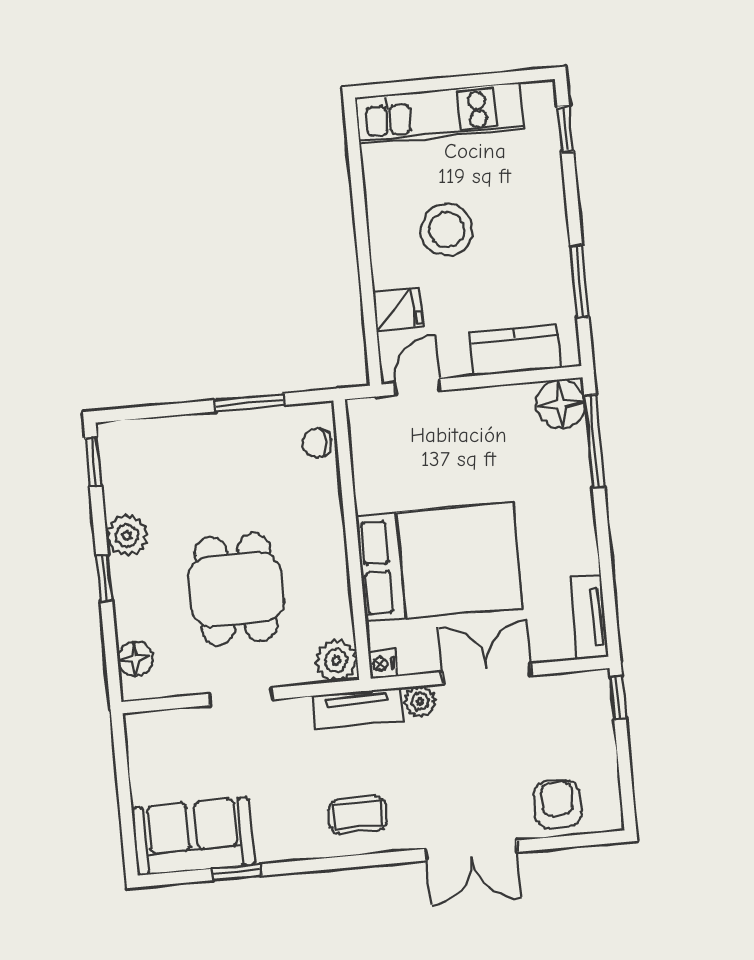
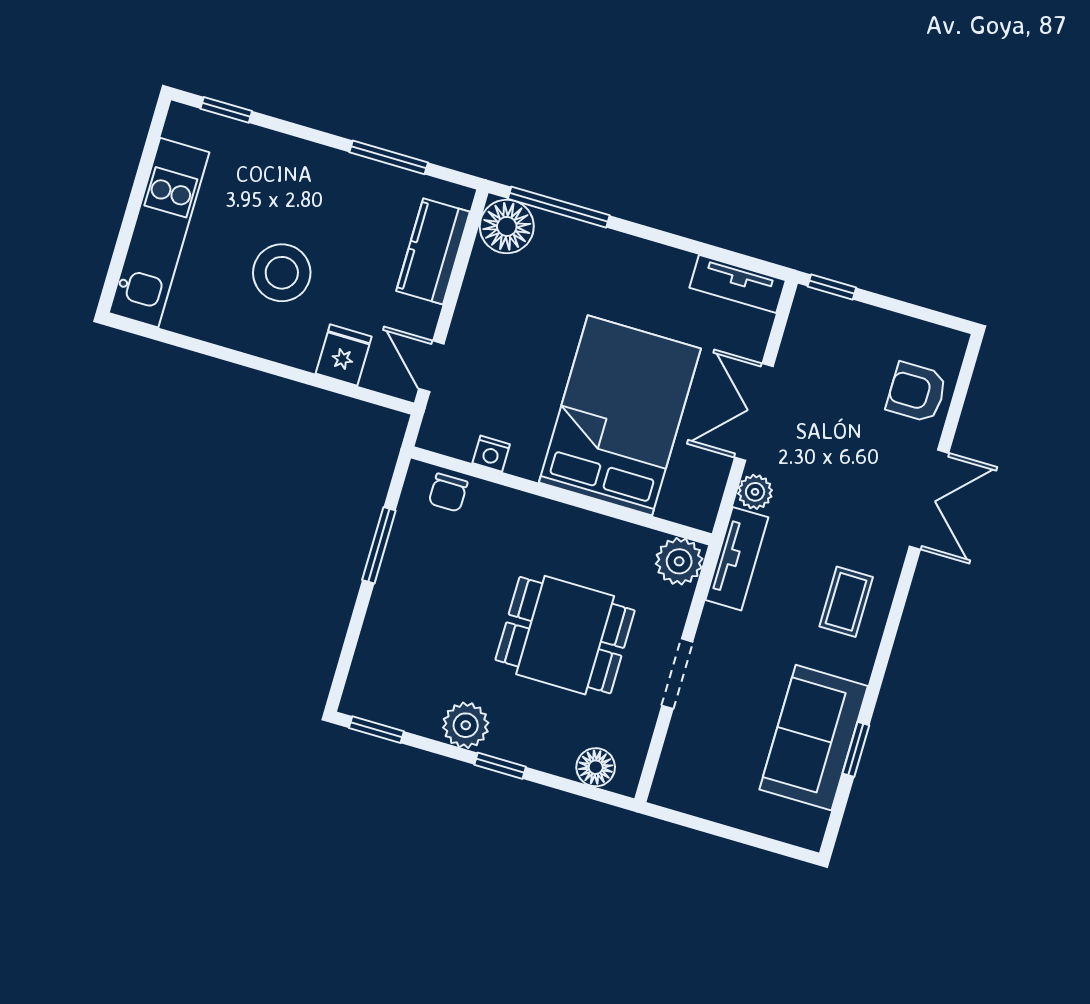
nightstand: (382, 664) -> (491, 454), moved
sofa: (193, 836) -> (814, 738), moved

